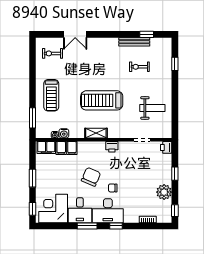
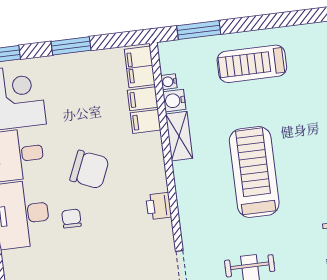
shelving: (96, 133) -> (179, 136), moved

